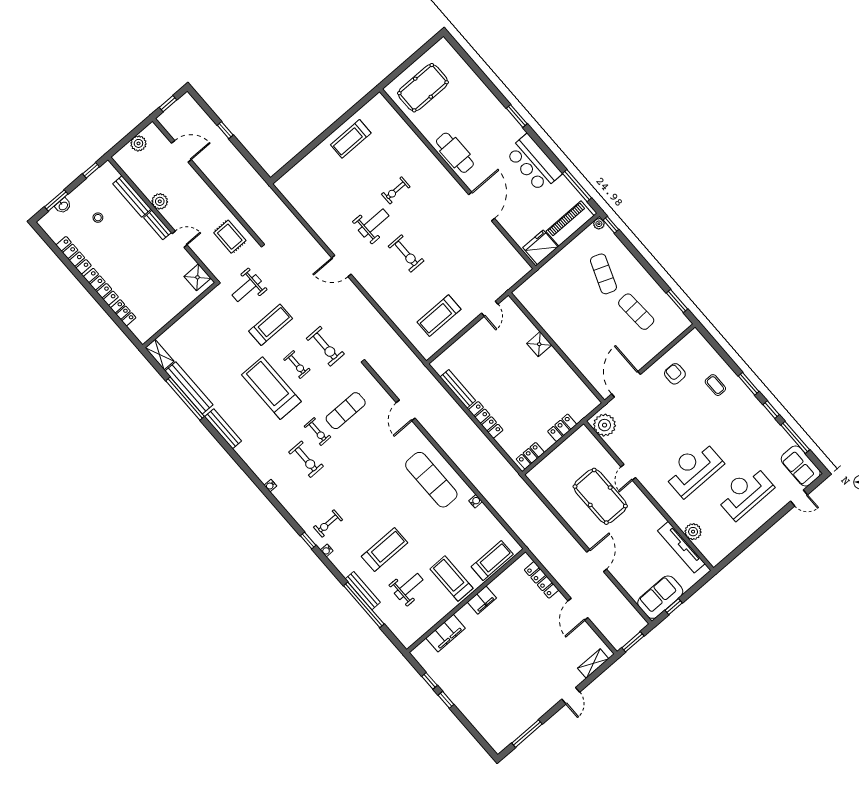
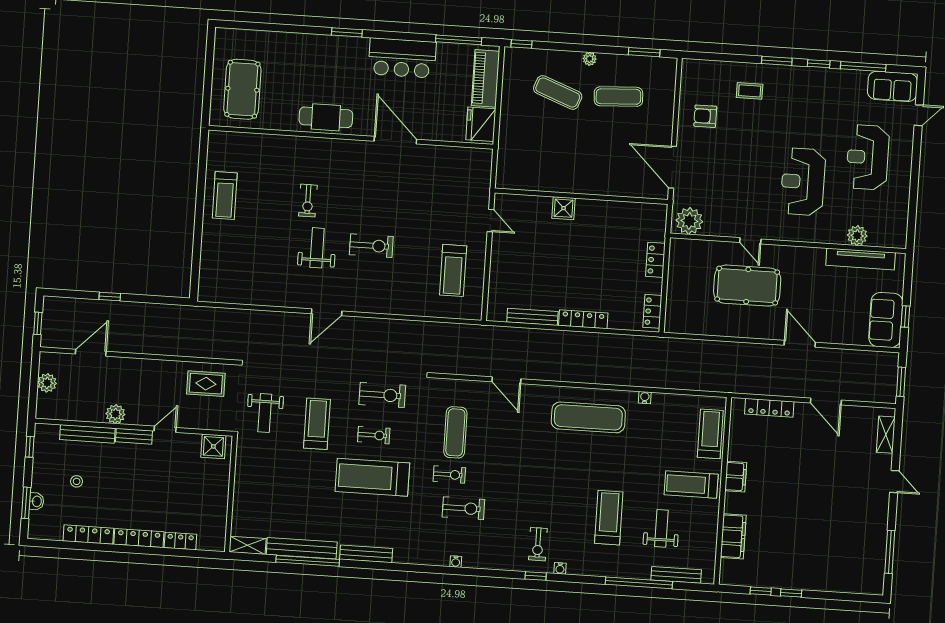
plant: (599, 224) -> (590, 59), moved
bench: (363, 591) -> (676, 575), moved

